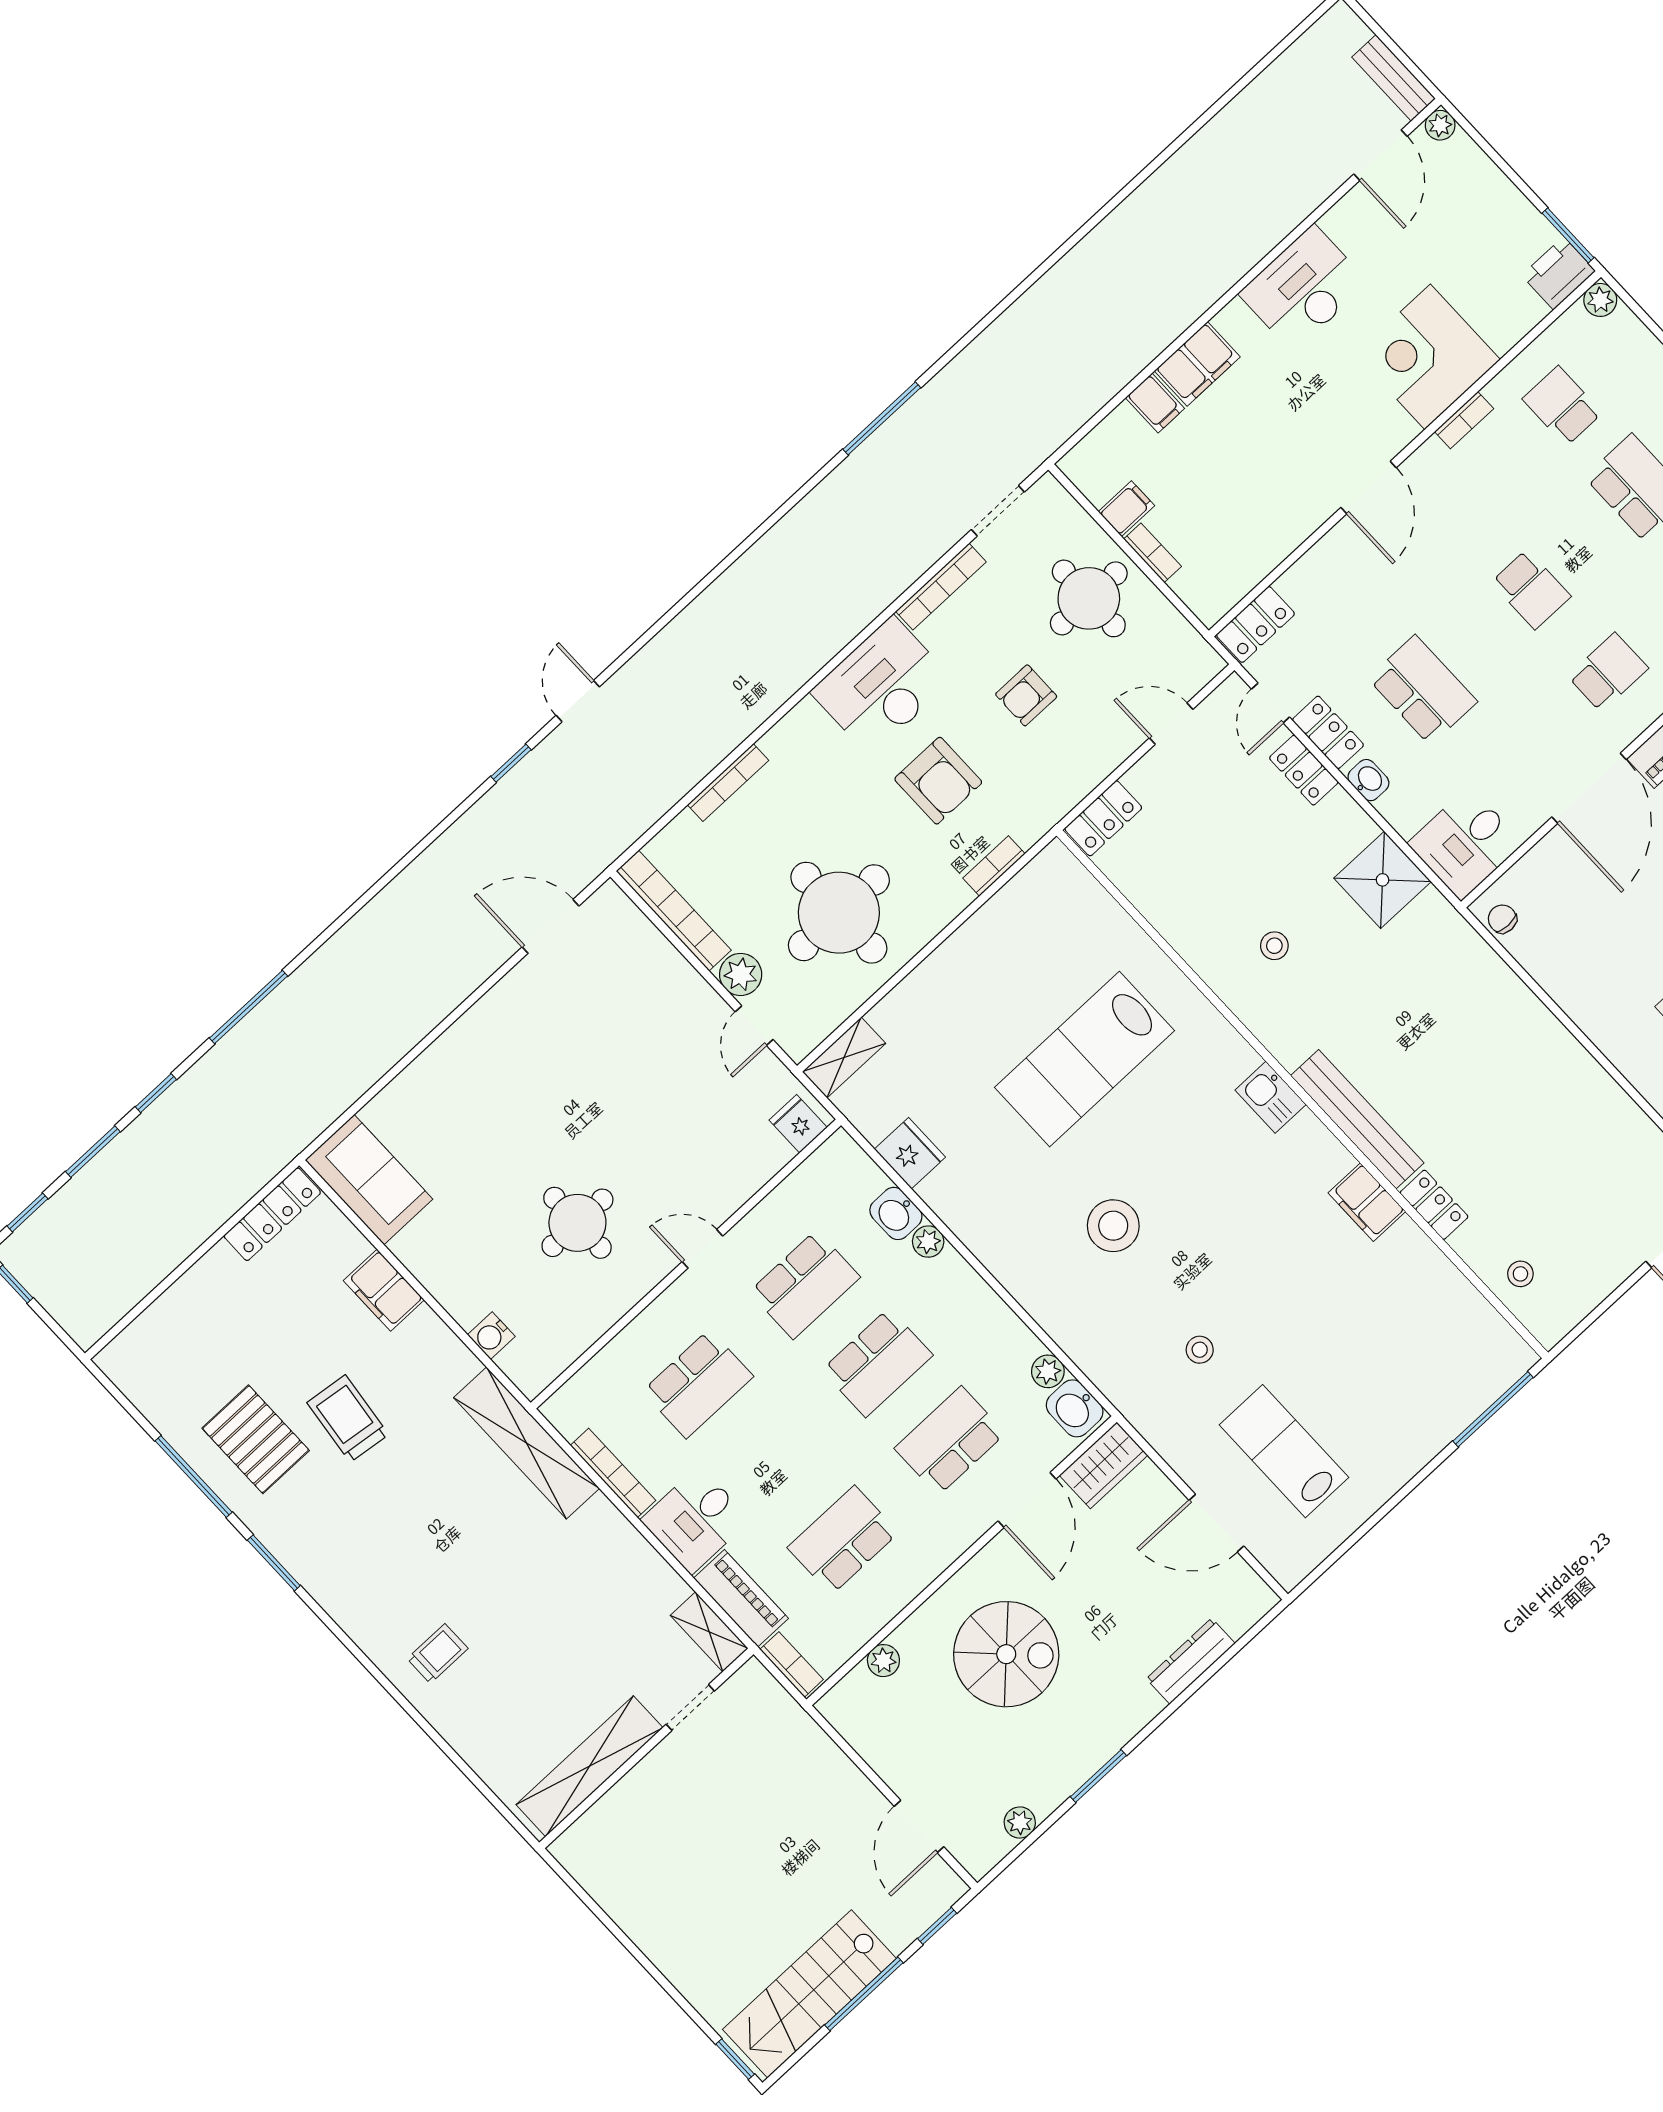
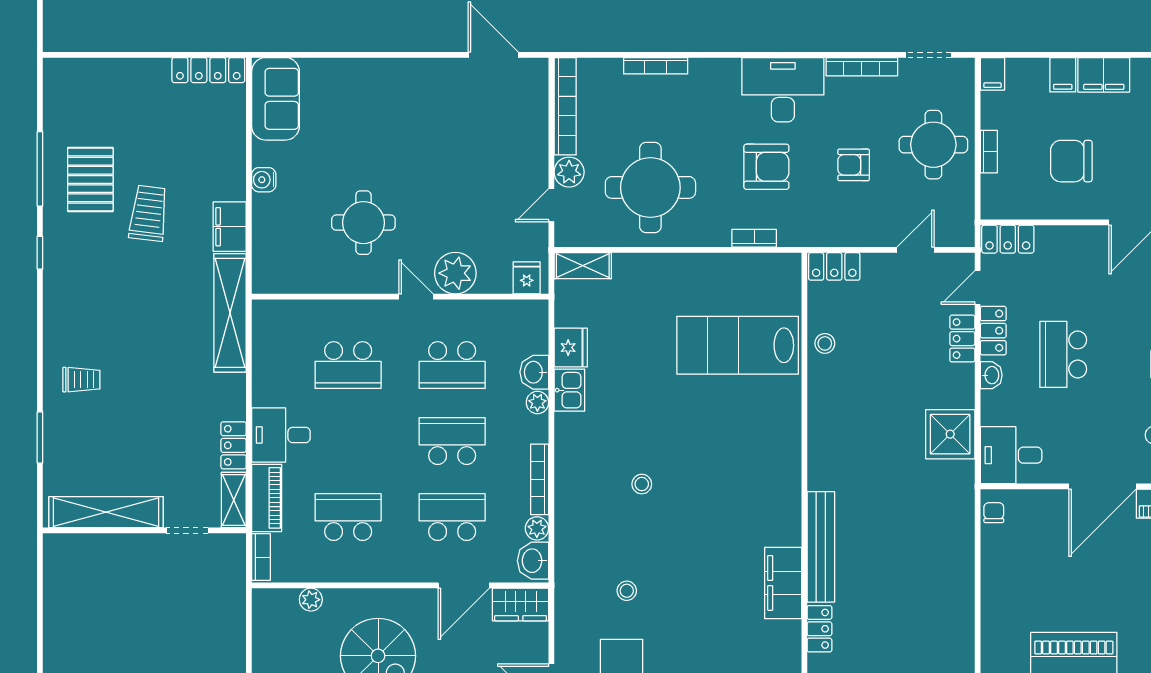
chair: (1246, 483) -> (1071, 161), added
filing cabinet: (1126, 509) -> (992, 74), moved, turned 90
school desk: (1423, 690) -> (1063, 354), turned 180
door: (1171, 724) -> (916, 250), hinge flipped
armchair: (938, 781) -> (766, 167), turned -90
stool: (1274, 946) -> (825, 343), moved
lab bench: (1085, 1059) -> (738, 345), moved
kitchen sink: (1271, 1097) -> (569, 390), moved, turned 180
plant: (720, 1187) -> (455, 273), added
filing cabinet: (1367, 1202) -> (783, 583), width x1.50, depth x1.17
stool: (1113, 1226) -> (642, 484), width x0.53, depth x0.53
filing cabinet: (384, 1290) -> (230, 227), moved
water cooler: (491, 1336) -> (264, 180), moved
school desk: (877, 1363) -> (452, 441), turned 180
bookcase: (613, 1473) -> (540, 479), moved, turned 180
window: (274, 1563) -> (40, 253), width x0.67
locker: (657, 1576) -> (234, 445), added
window: (450, 1753) -> (40, 437), added

